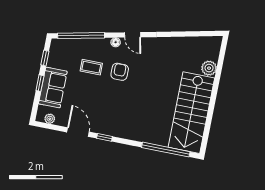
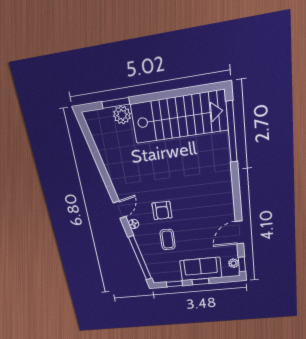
window: (220, 67) -> (116, 103), added
armchair: (120, 72) -> (162, 211), turned -90
window: (105, 137) -> (242, 264), moved

